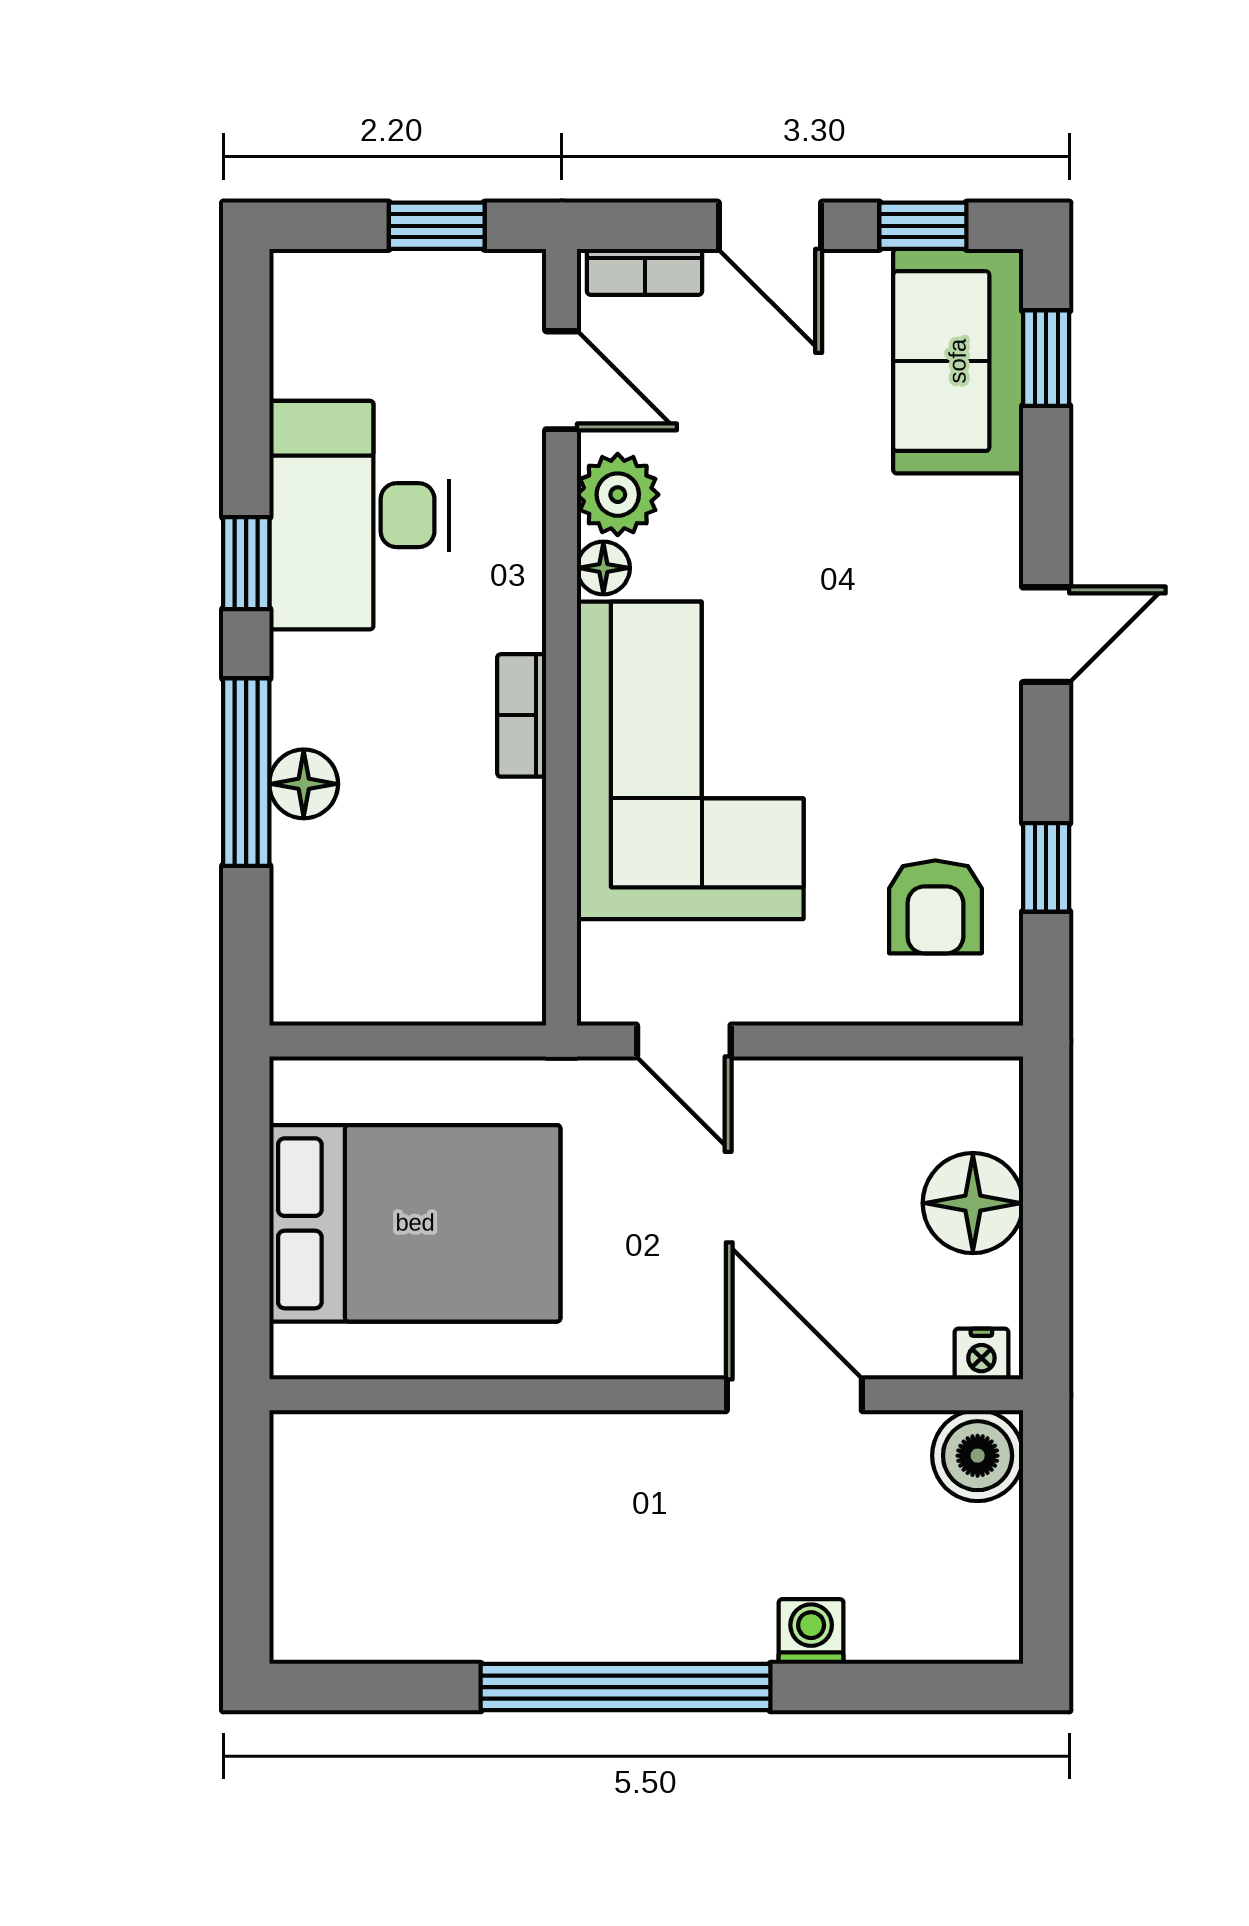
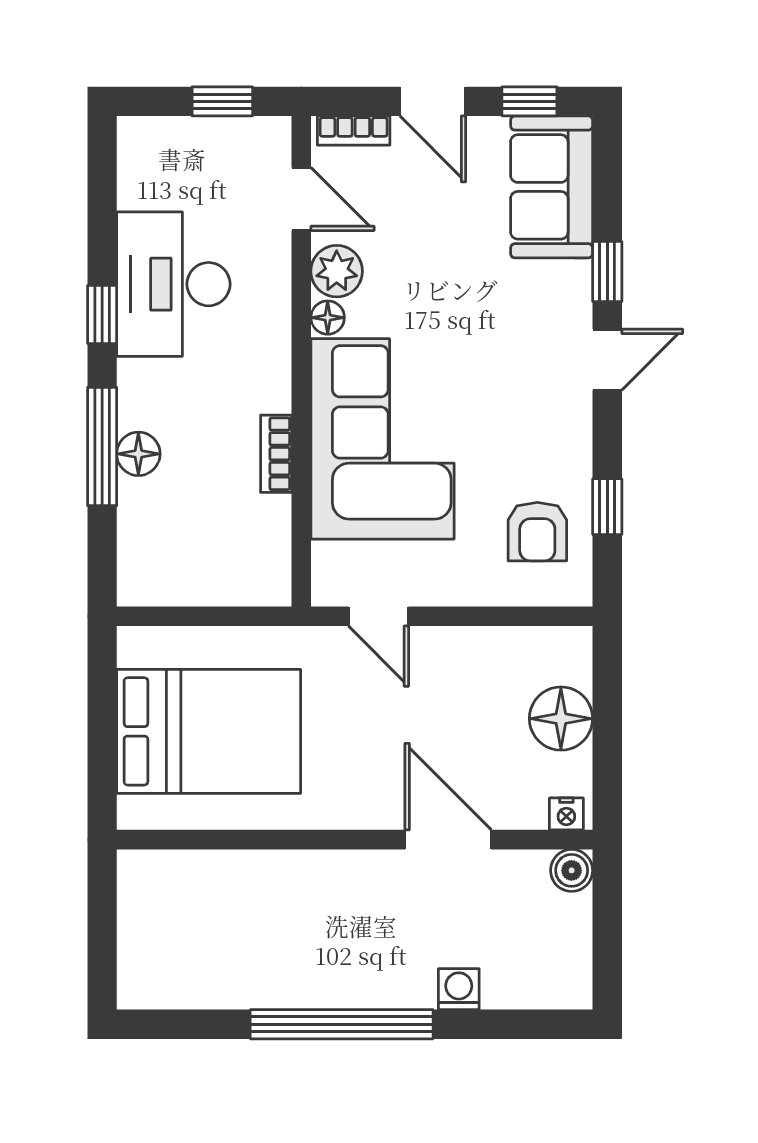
window: (1046, 358) -> (607, 272), moved
bookcase: (522, 715) -> (276, 454), moved
boiler: (978, 1456) -> (572, 870), width x0.73, depth x0.73

